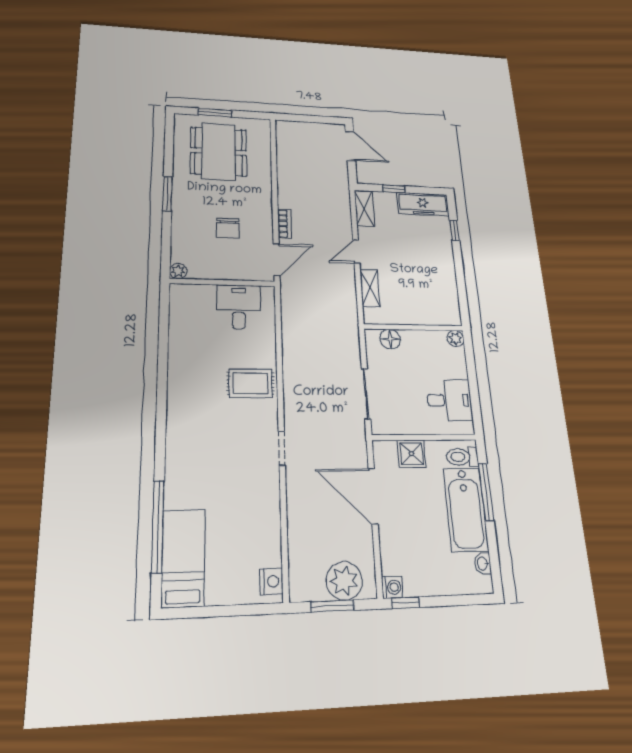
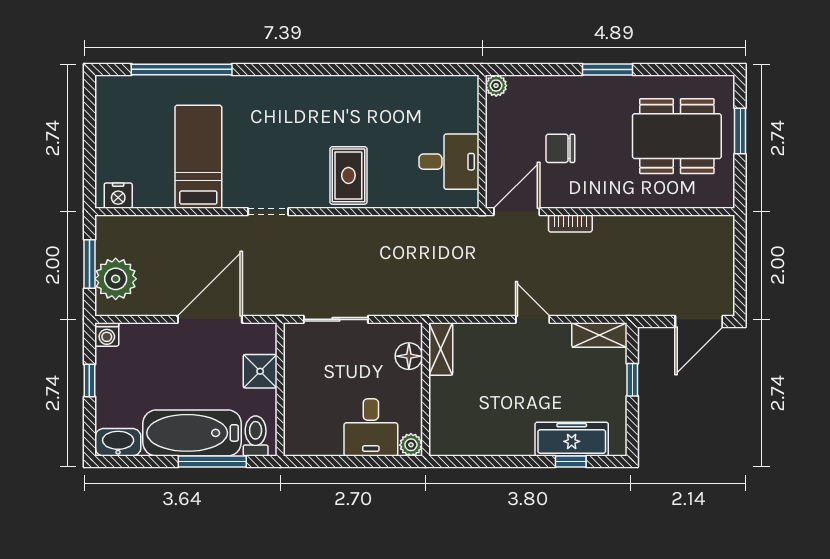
freezer: (423, 204) -> (572, 439), moved, turned 90
door: (277, 260) -> (517, 212), swing flipped
shelving: (370, 288) -> (441, 349), moved, turned 90
desk: (449, 400) -> (371, 427), moved
bed: (183, 558) -> (198, 157), moved, turned -90
washbasin: (483, 564) -> (118, 442), width x1.91, depth x1.45
window: (405, 603) -> (89, 380), moved

